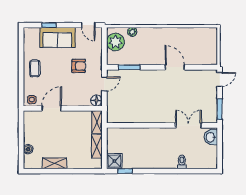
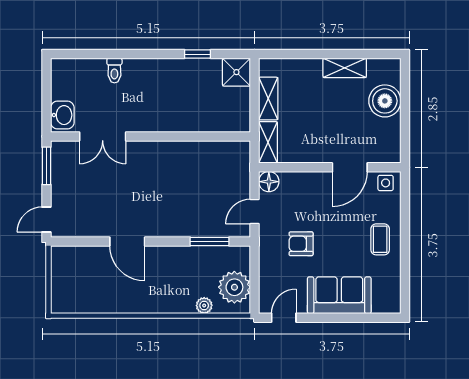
window: (49, 25) -> (355, 318), removed
door: (88, 25) -> (284, 318), hinge flipped
boiler: (28, 149) -> (385, 101), width x1.86, depth x1.86
window: (125, 171) -> (197, 54), moved

